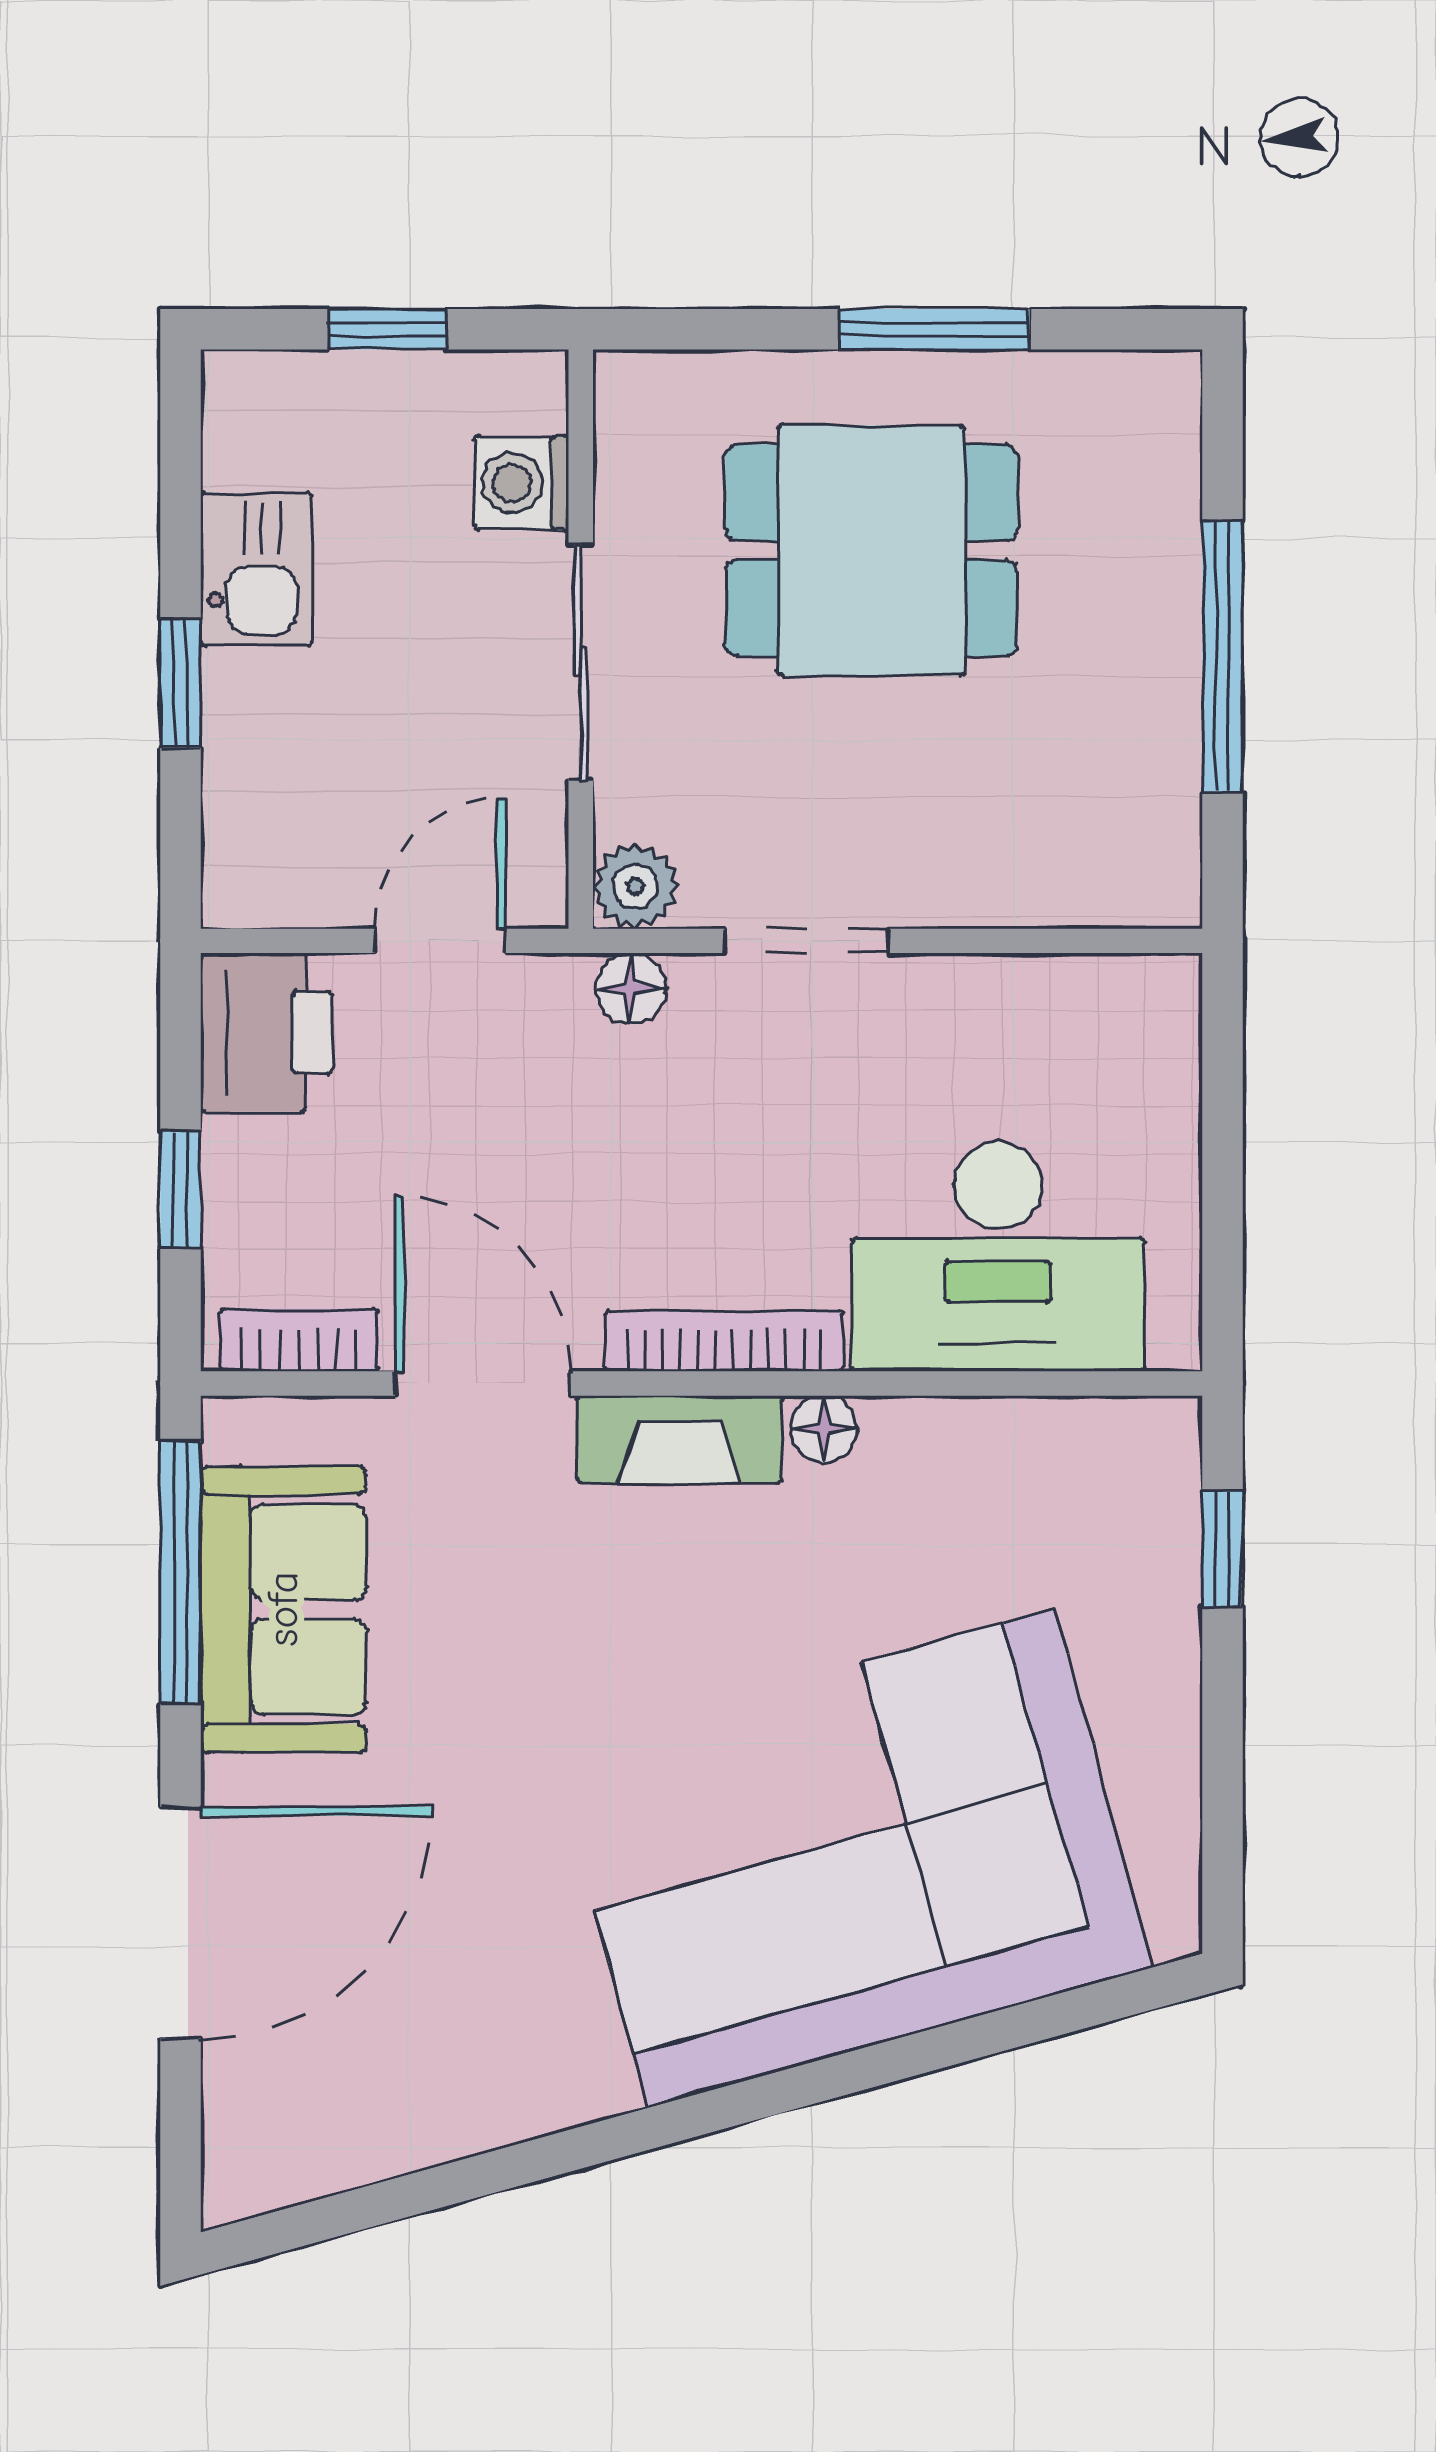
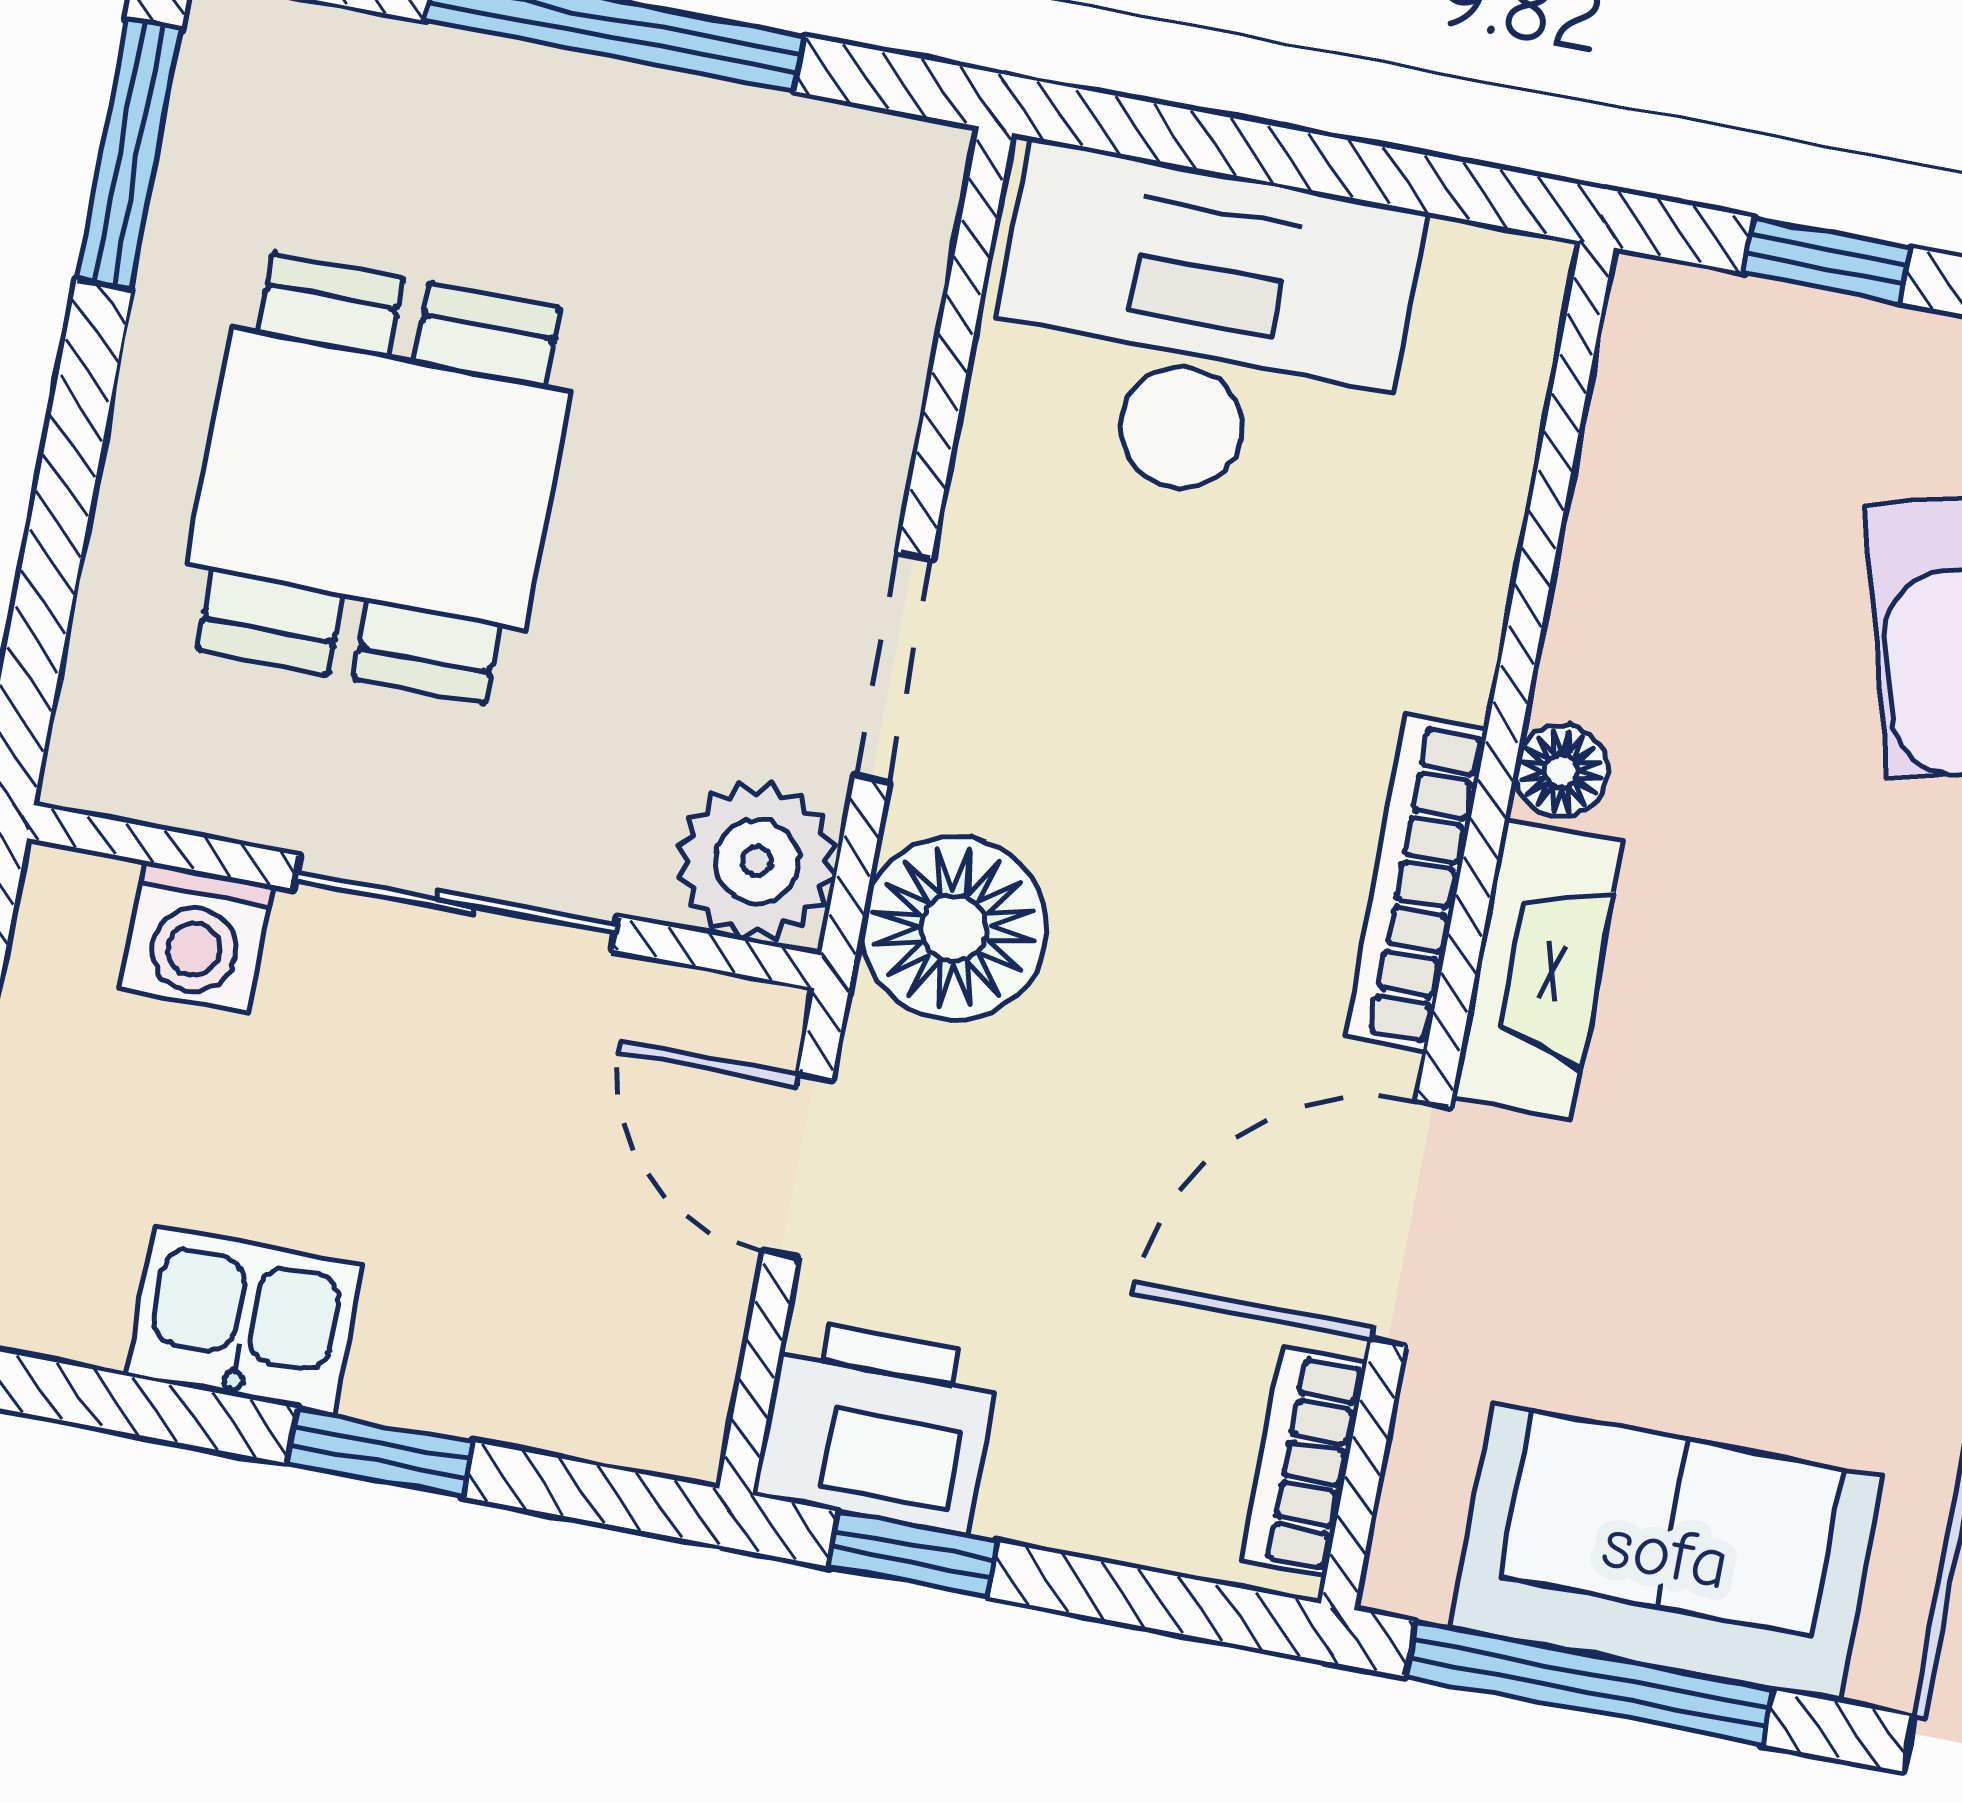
window: (934, 329) -> (129, 154), moved
plant: (635, 886) -> (757, 861), width x1.38, depth x1.38
floor lamp: (630, 988) -> (954, 928), width x1.89, depth x1.89
window: (180, 1189) -> (913, 1554), moved
desk: (998, 1256) -> (1200, 331), moved, turned -90

